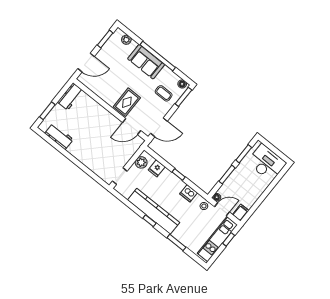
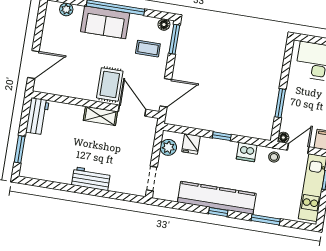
window: (105, 39) -> (40, 23), removed
shelving: (110, 119) -> (100, 116), added
door: (132, 127) -> (132, 111), swing flipped
workbench: (59, 136) -> (91, 179), moved
window: (244, 154) -> (286, 67), removed

